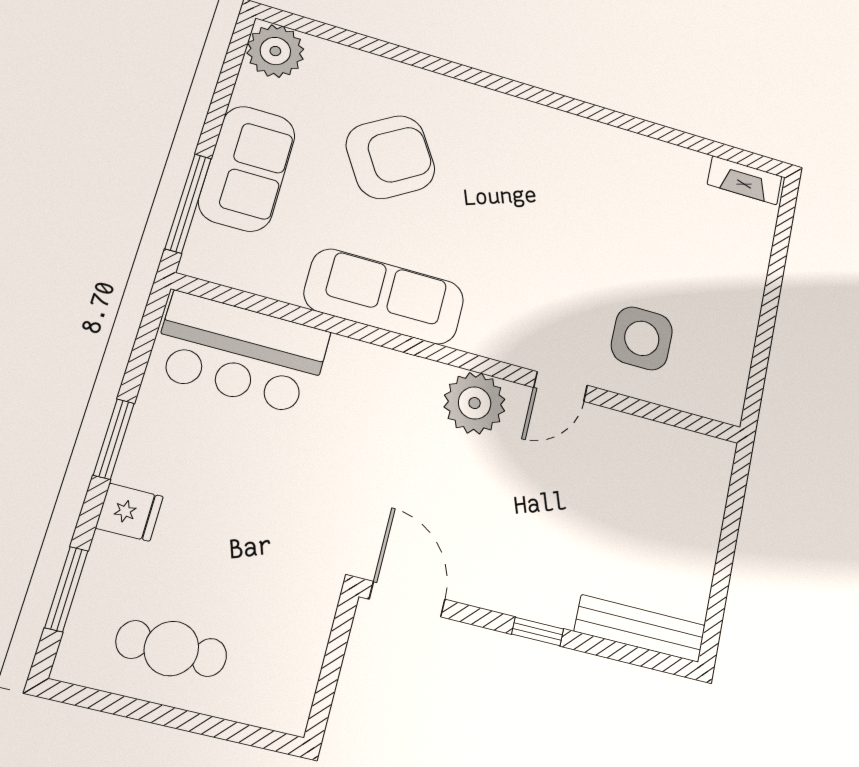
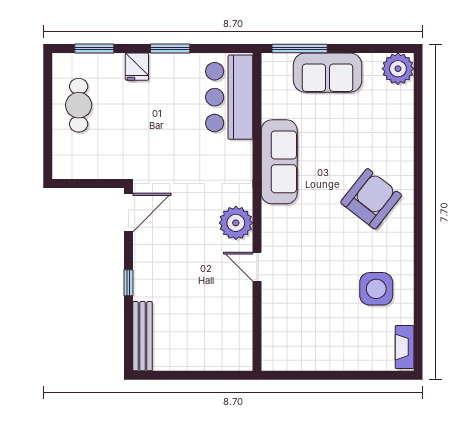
armchair: (390, 157) -> (371, 199), moved, turned -110
side table: (642, 338) -> (376, 289), moved

